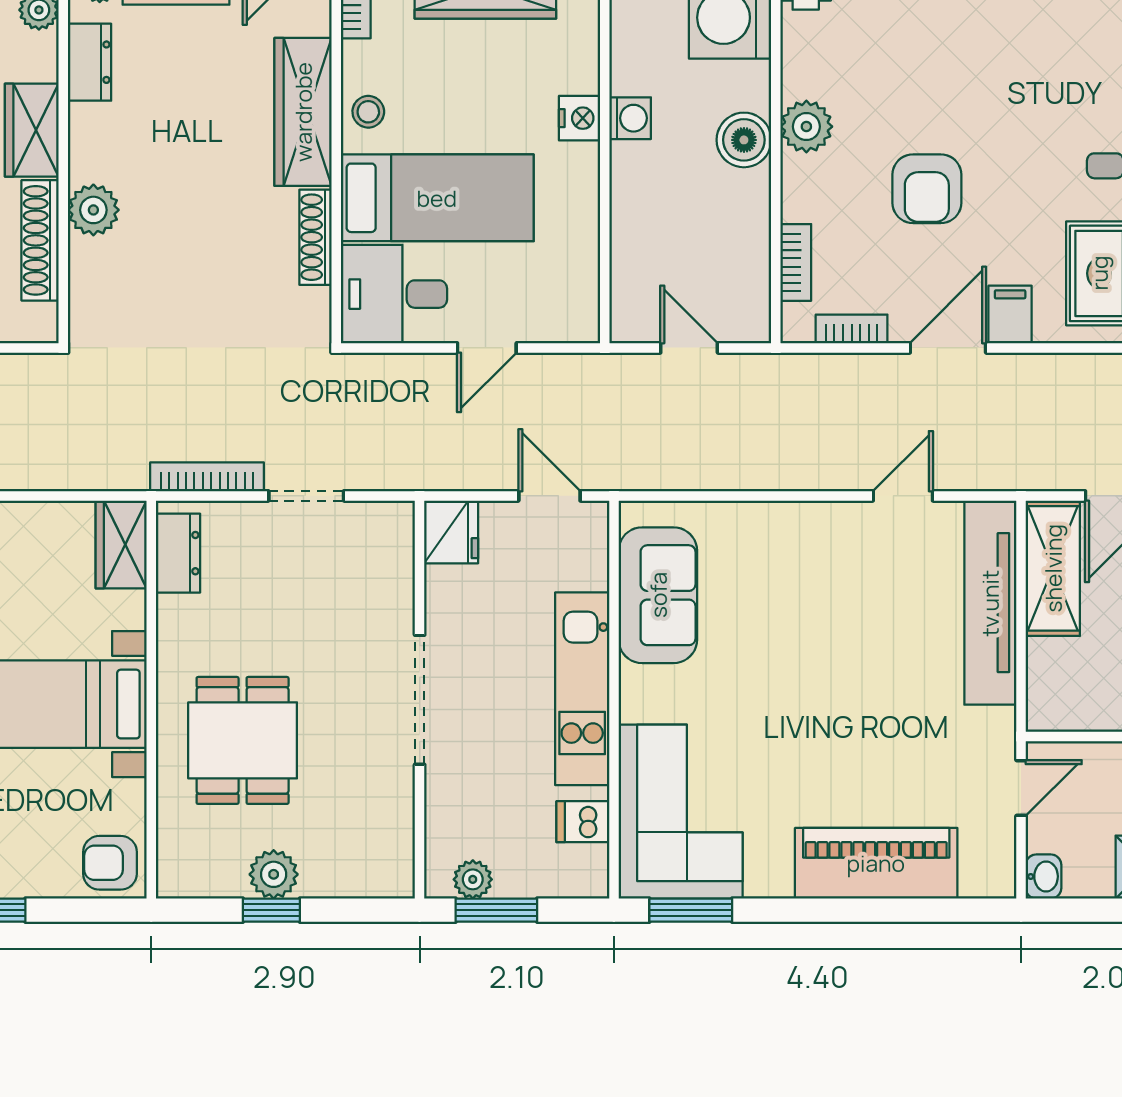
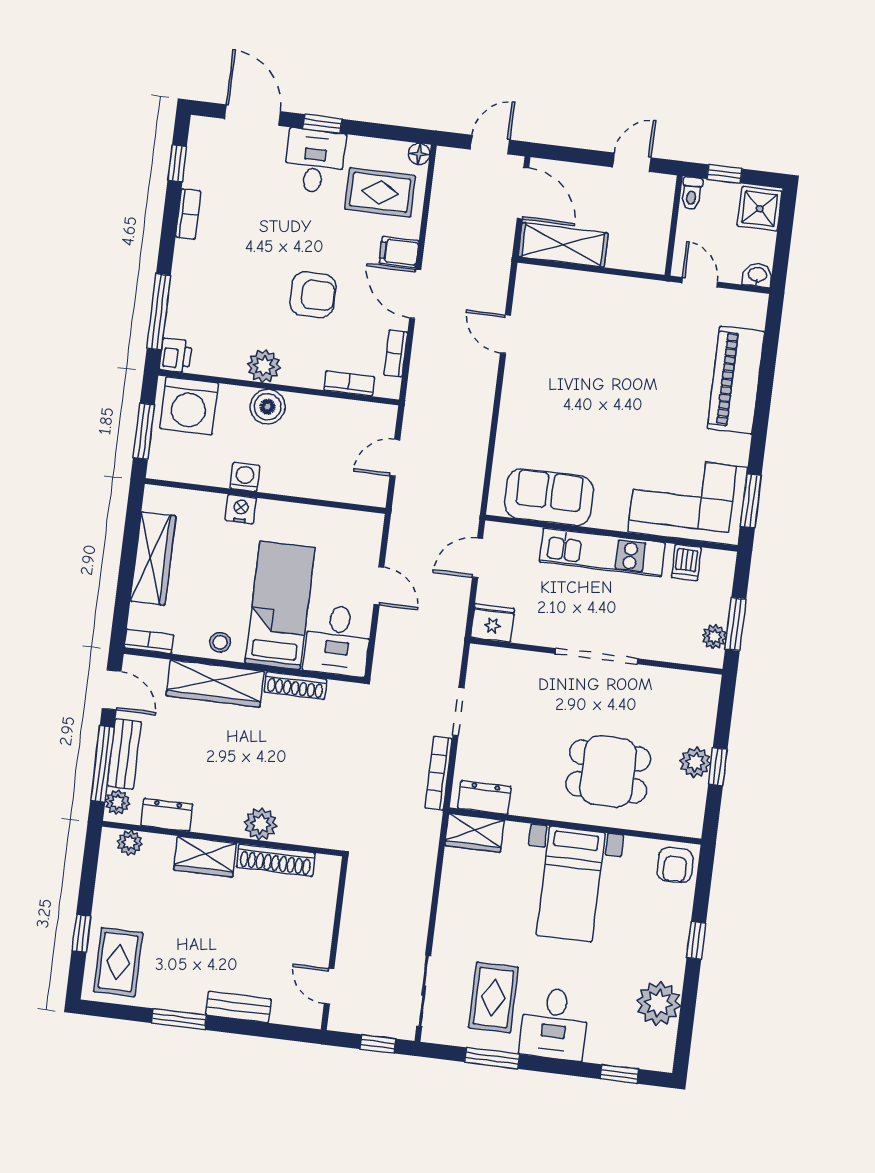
tv unit: (990, 603) -> (580, 287), removed

